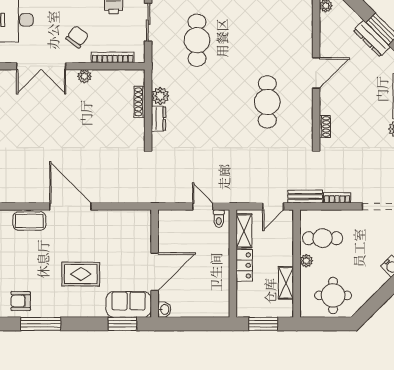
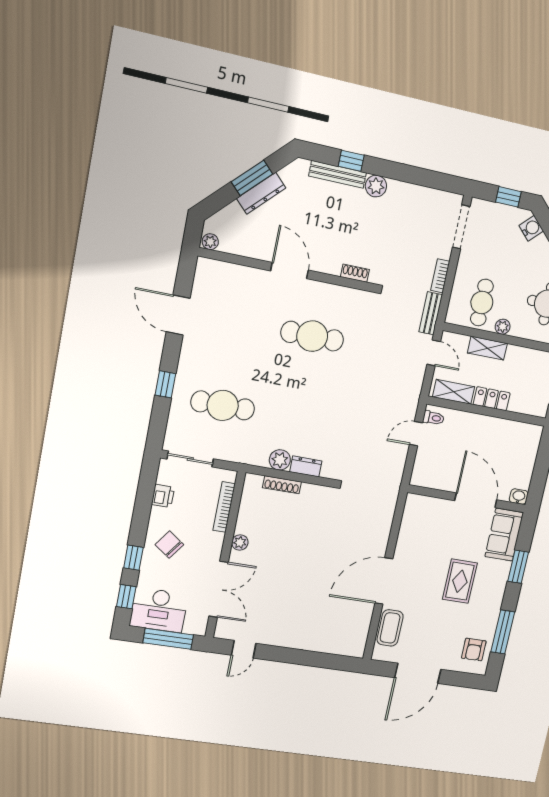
chair: (77, 37) -> (169, 545), moved
shelving: (286, 283) -> (487, 348), moved
window: (122, 324) -> (518, 567), moved

